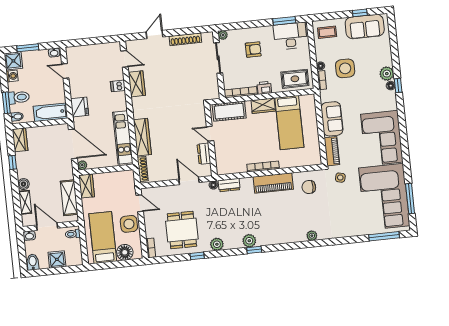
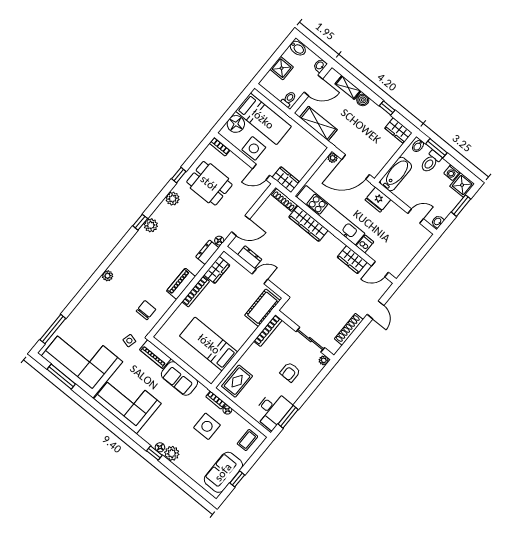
printer: (264, 88) -> (253, 352), removed
wardrobe: (263, 106) -> (217, 270), moved, turned 180
kitchen unit: (123, 137) -> (331, 215), width x1.36
piano: (273, 183) -> (181, 284), width x0.73, depth x0.75
wardrobe: (87, 186) -> (286, 180), moved, turned 180

